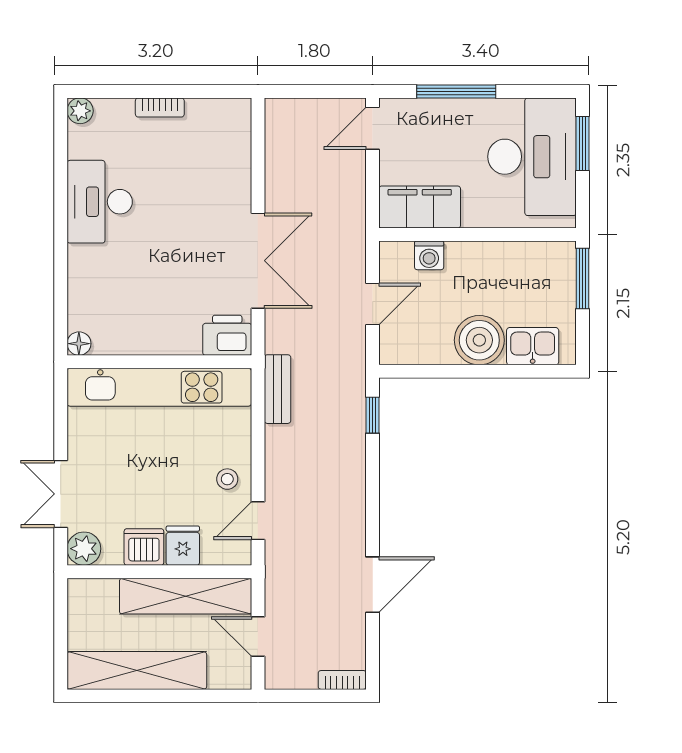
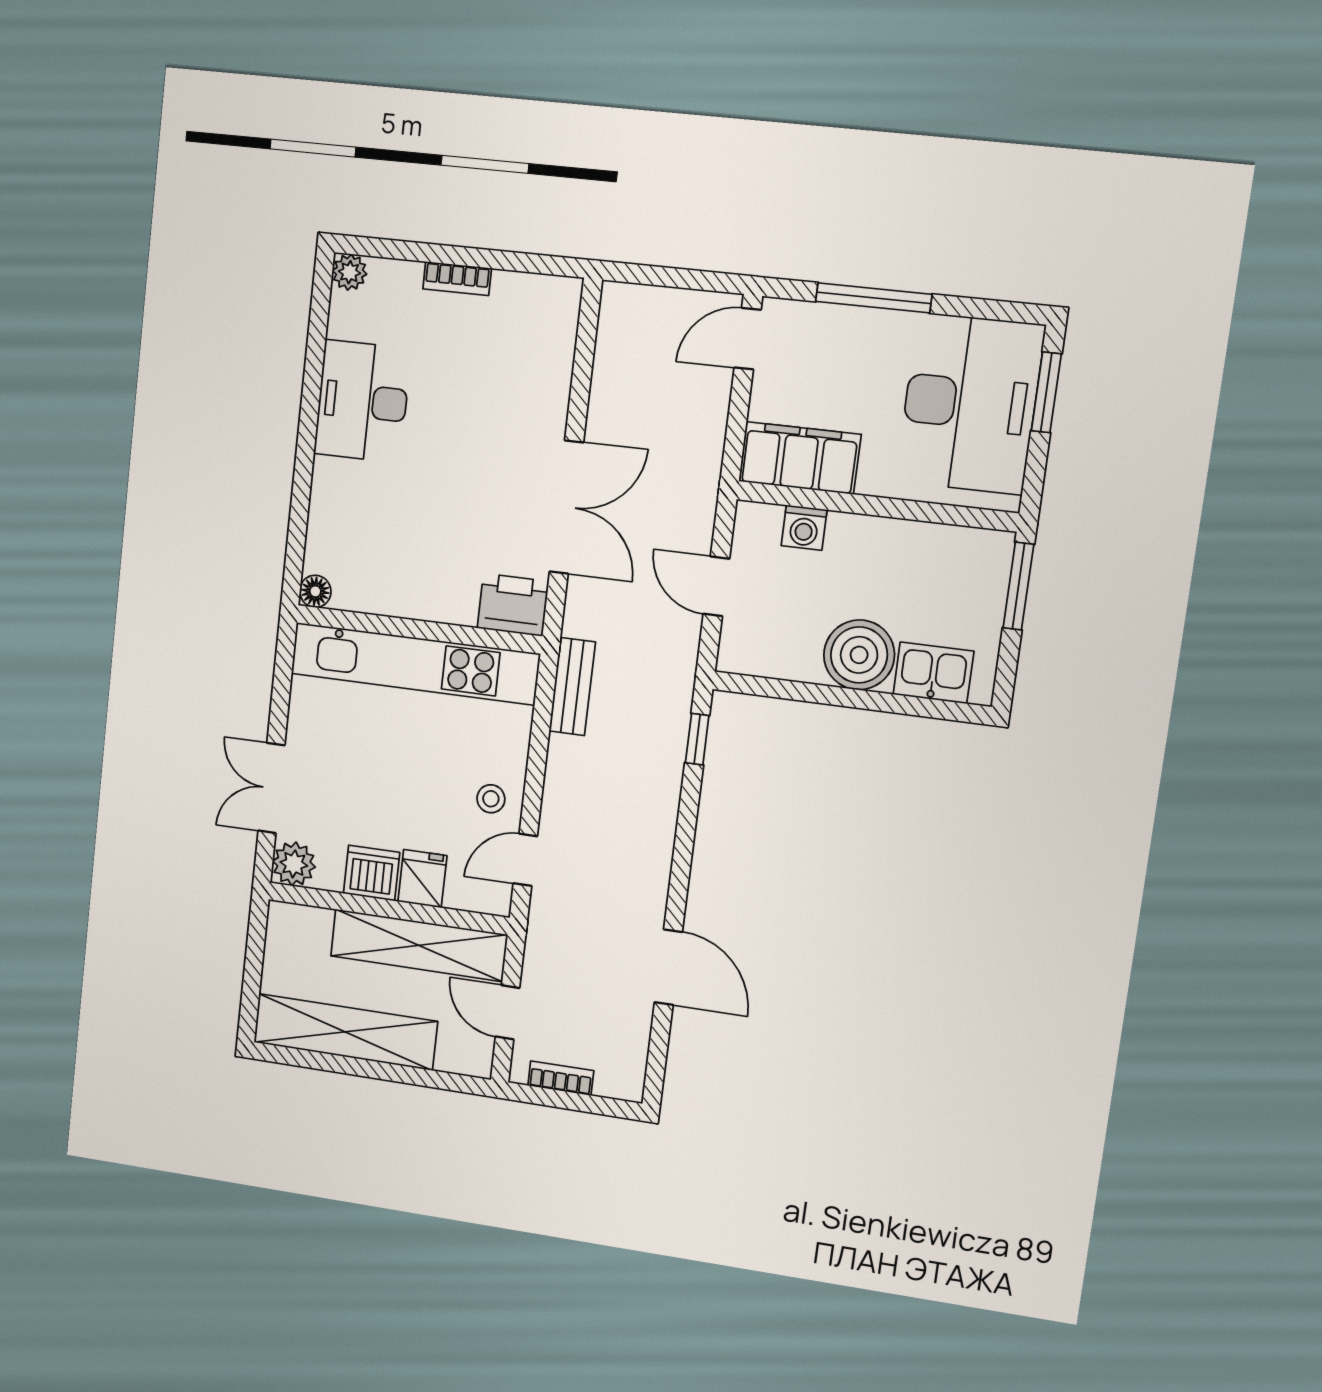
door: (373, 304) -> (716, 586), swing flipped
door: (373, 585) -> (668, 967), hinge flipped
bookcase: (342, 680) -> (561, 1078), moved

